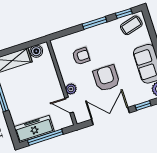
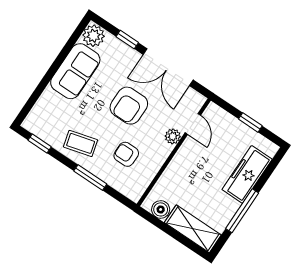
window: (95, 23) -> (90, 178), moved
coffee table: (131, 25) -> (81, 143), moved
freezer: (34, 129) -> (247, 174), moved, turned 90
window: (45, 137) -> (250, 122), width x0.46

